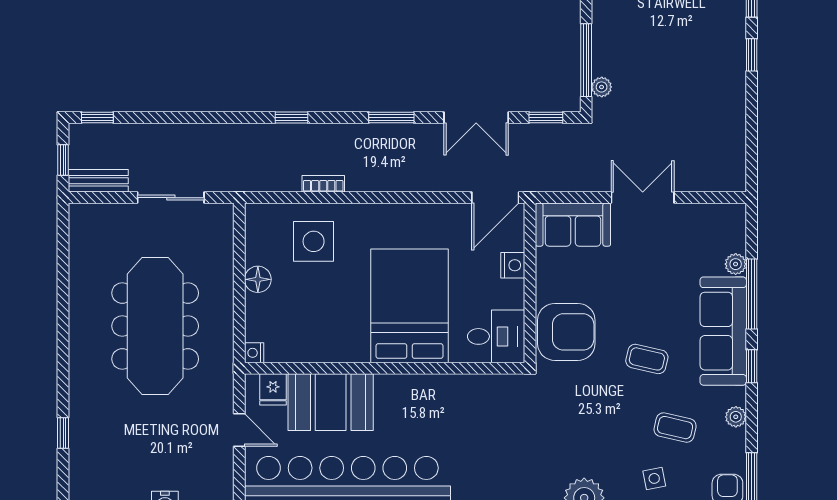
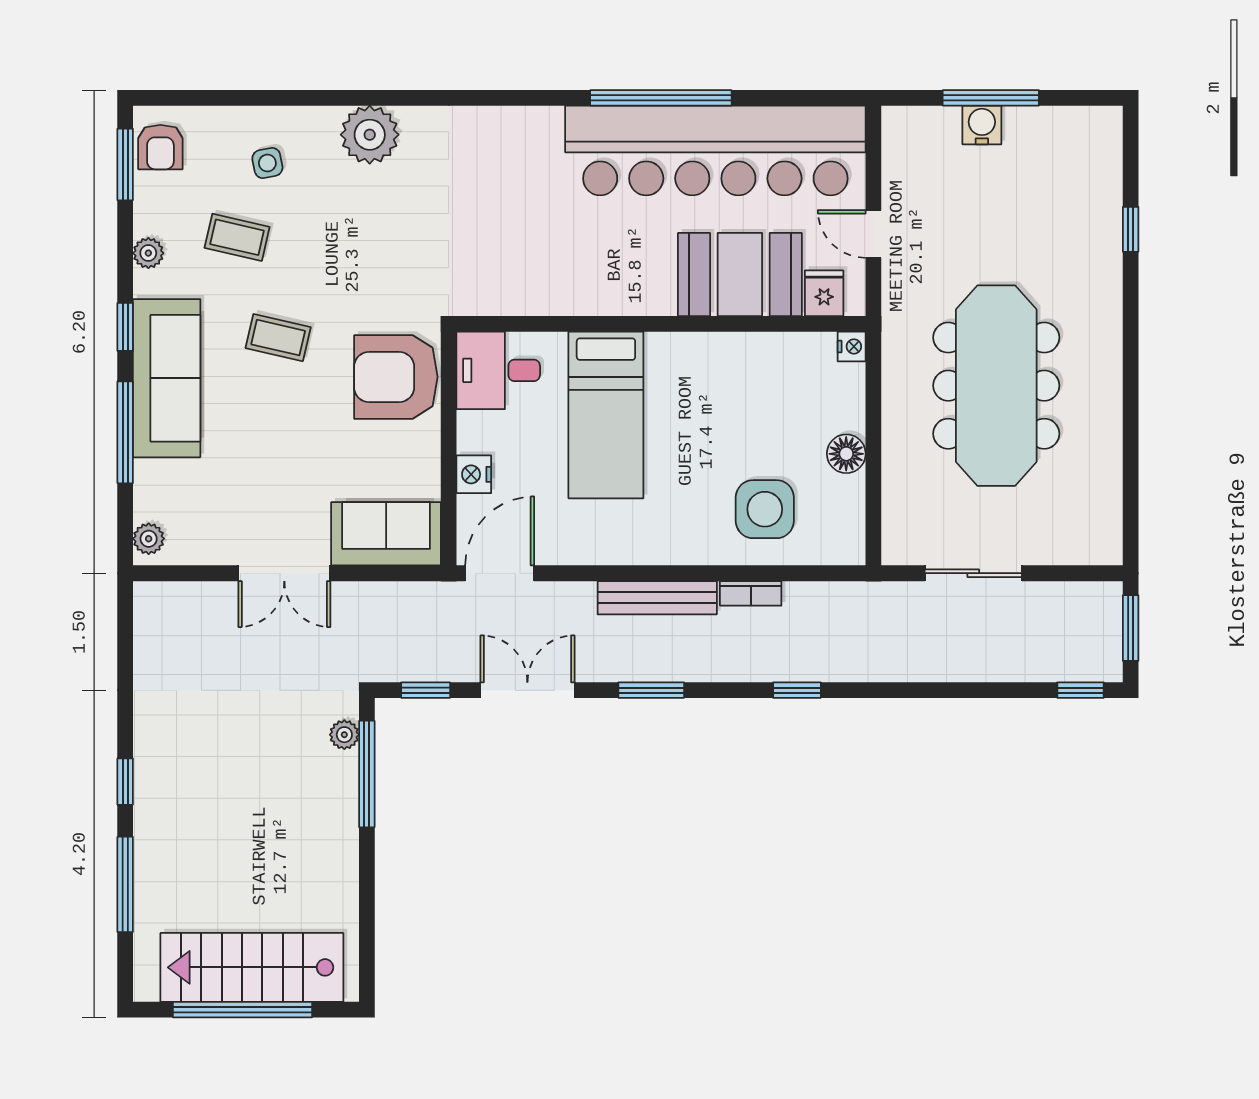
window: (63, 160) -> (1131, 628), width x1.50
bench: (98, 181) -> (657, 598), moved, width x1.36
plant: (736, 264) -> (149, 539), moved
bed: (410, 306) -> (606, 415), width x0.67

